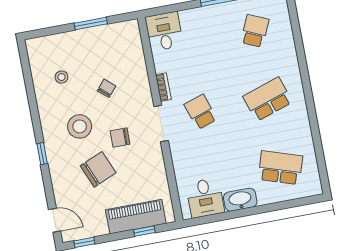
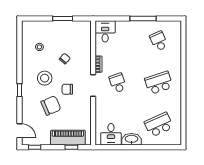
school desk: (255, 31) -> (159, 41), turned -48
school desk: (280, 168) -> (159, 125), turned -42

